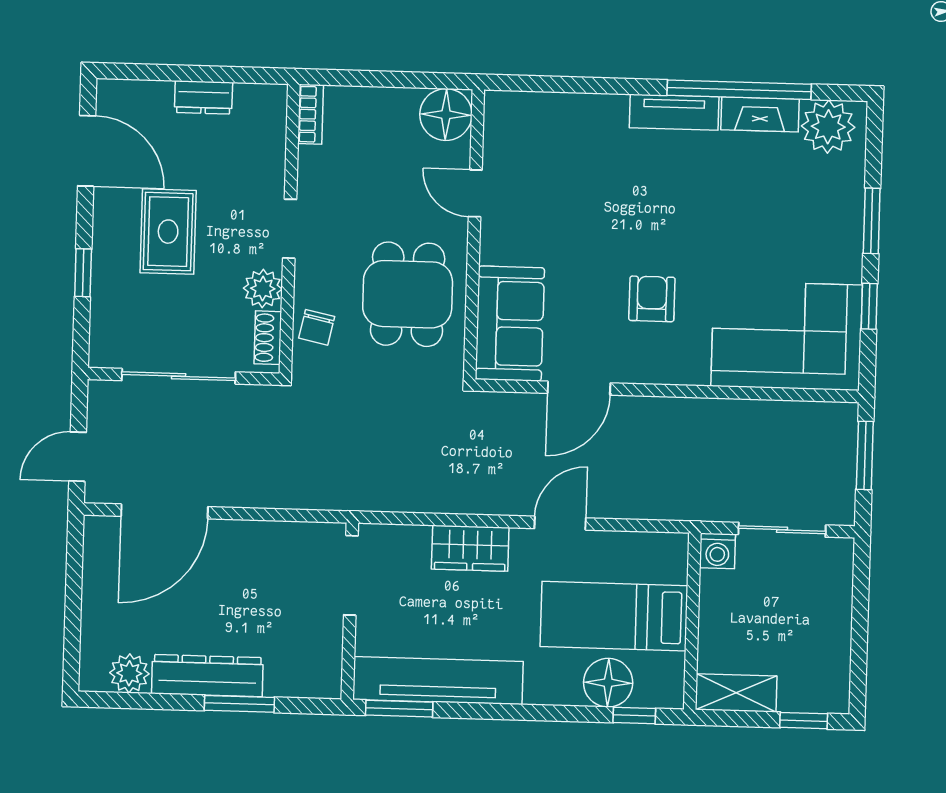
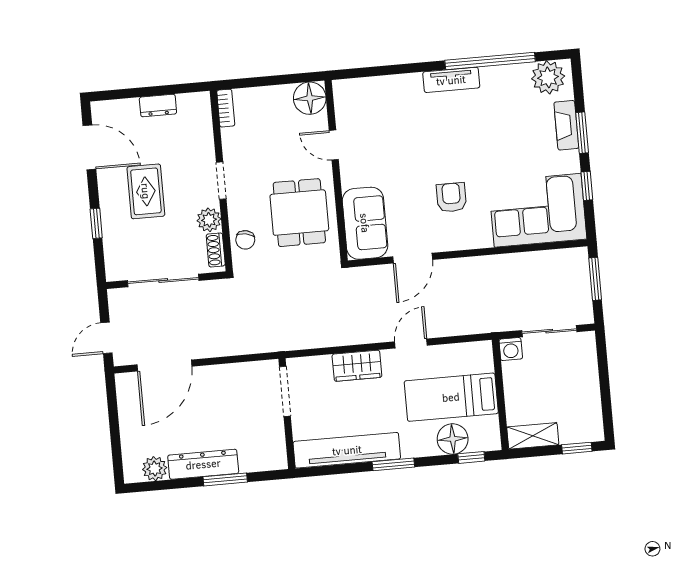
fireplace: (760, 114) -> (566, 125), moved, turned 90
window: (399, 709) -> (393, 464), moved

